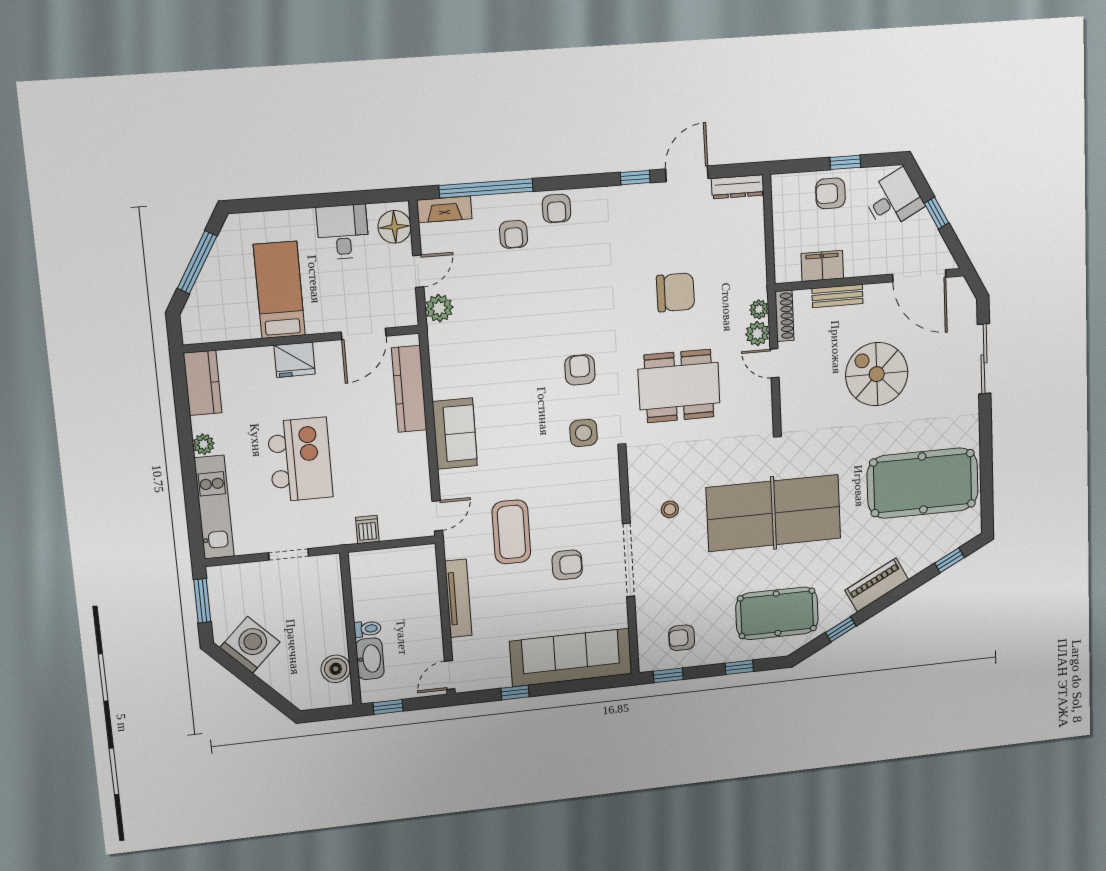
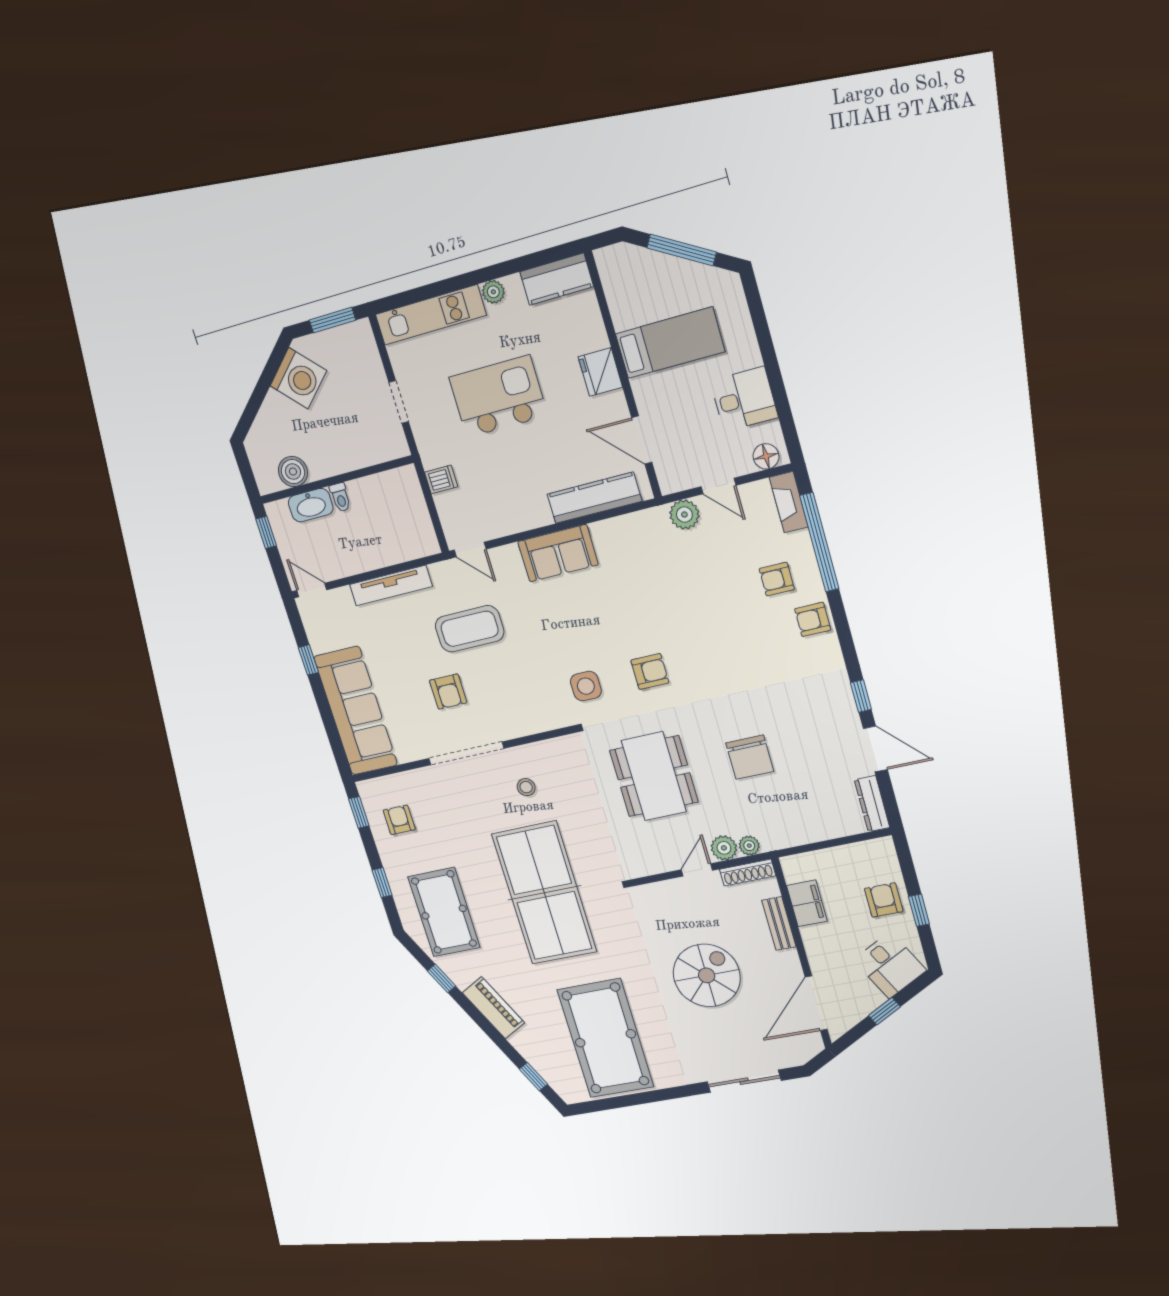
floor lamp: (395, 227) -> (766, 456), width x0.73, depth x0.73
kitchen island: (300, 460) -> (498, 396), turned 180

